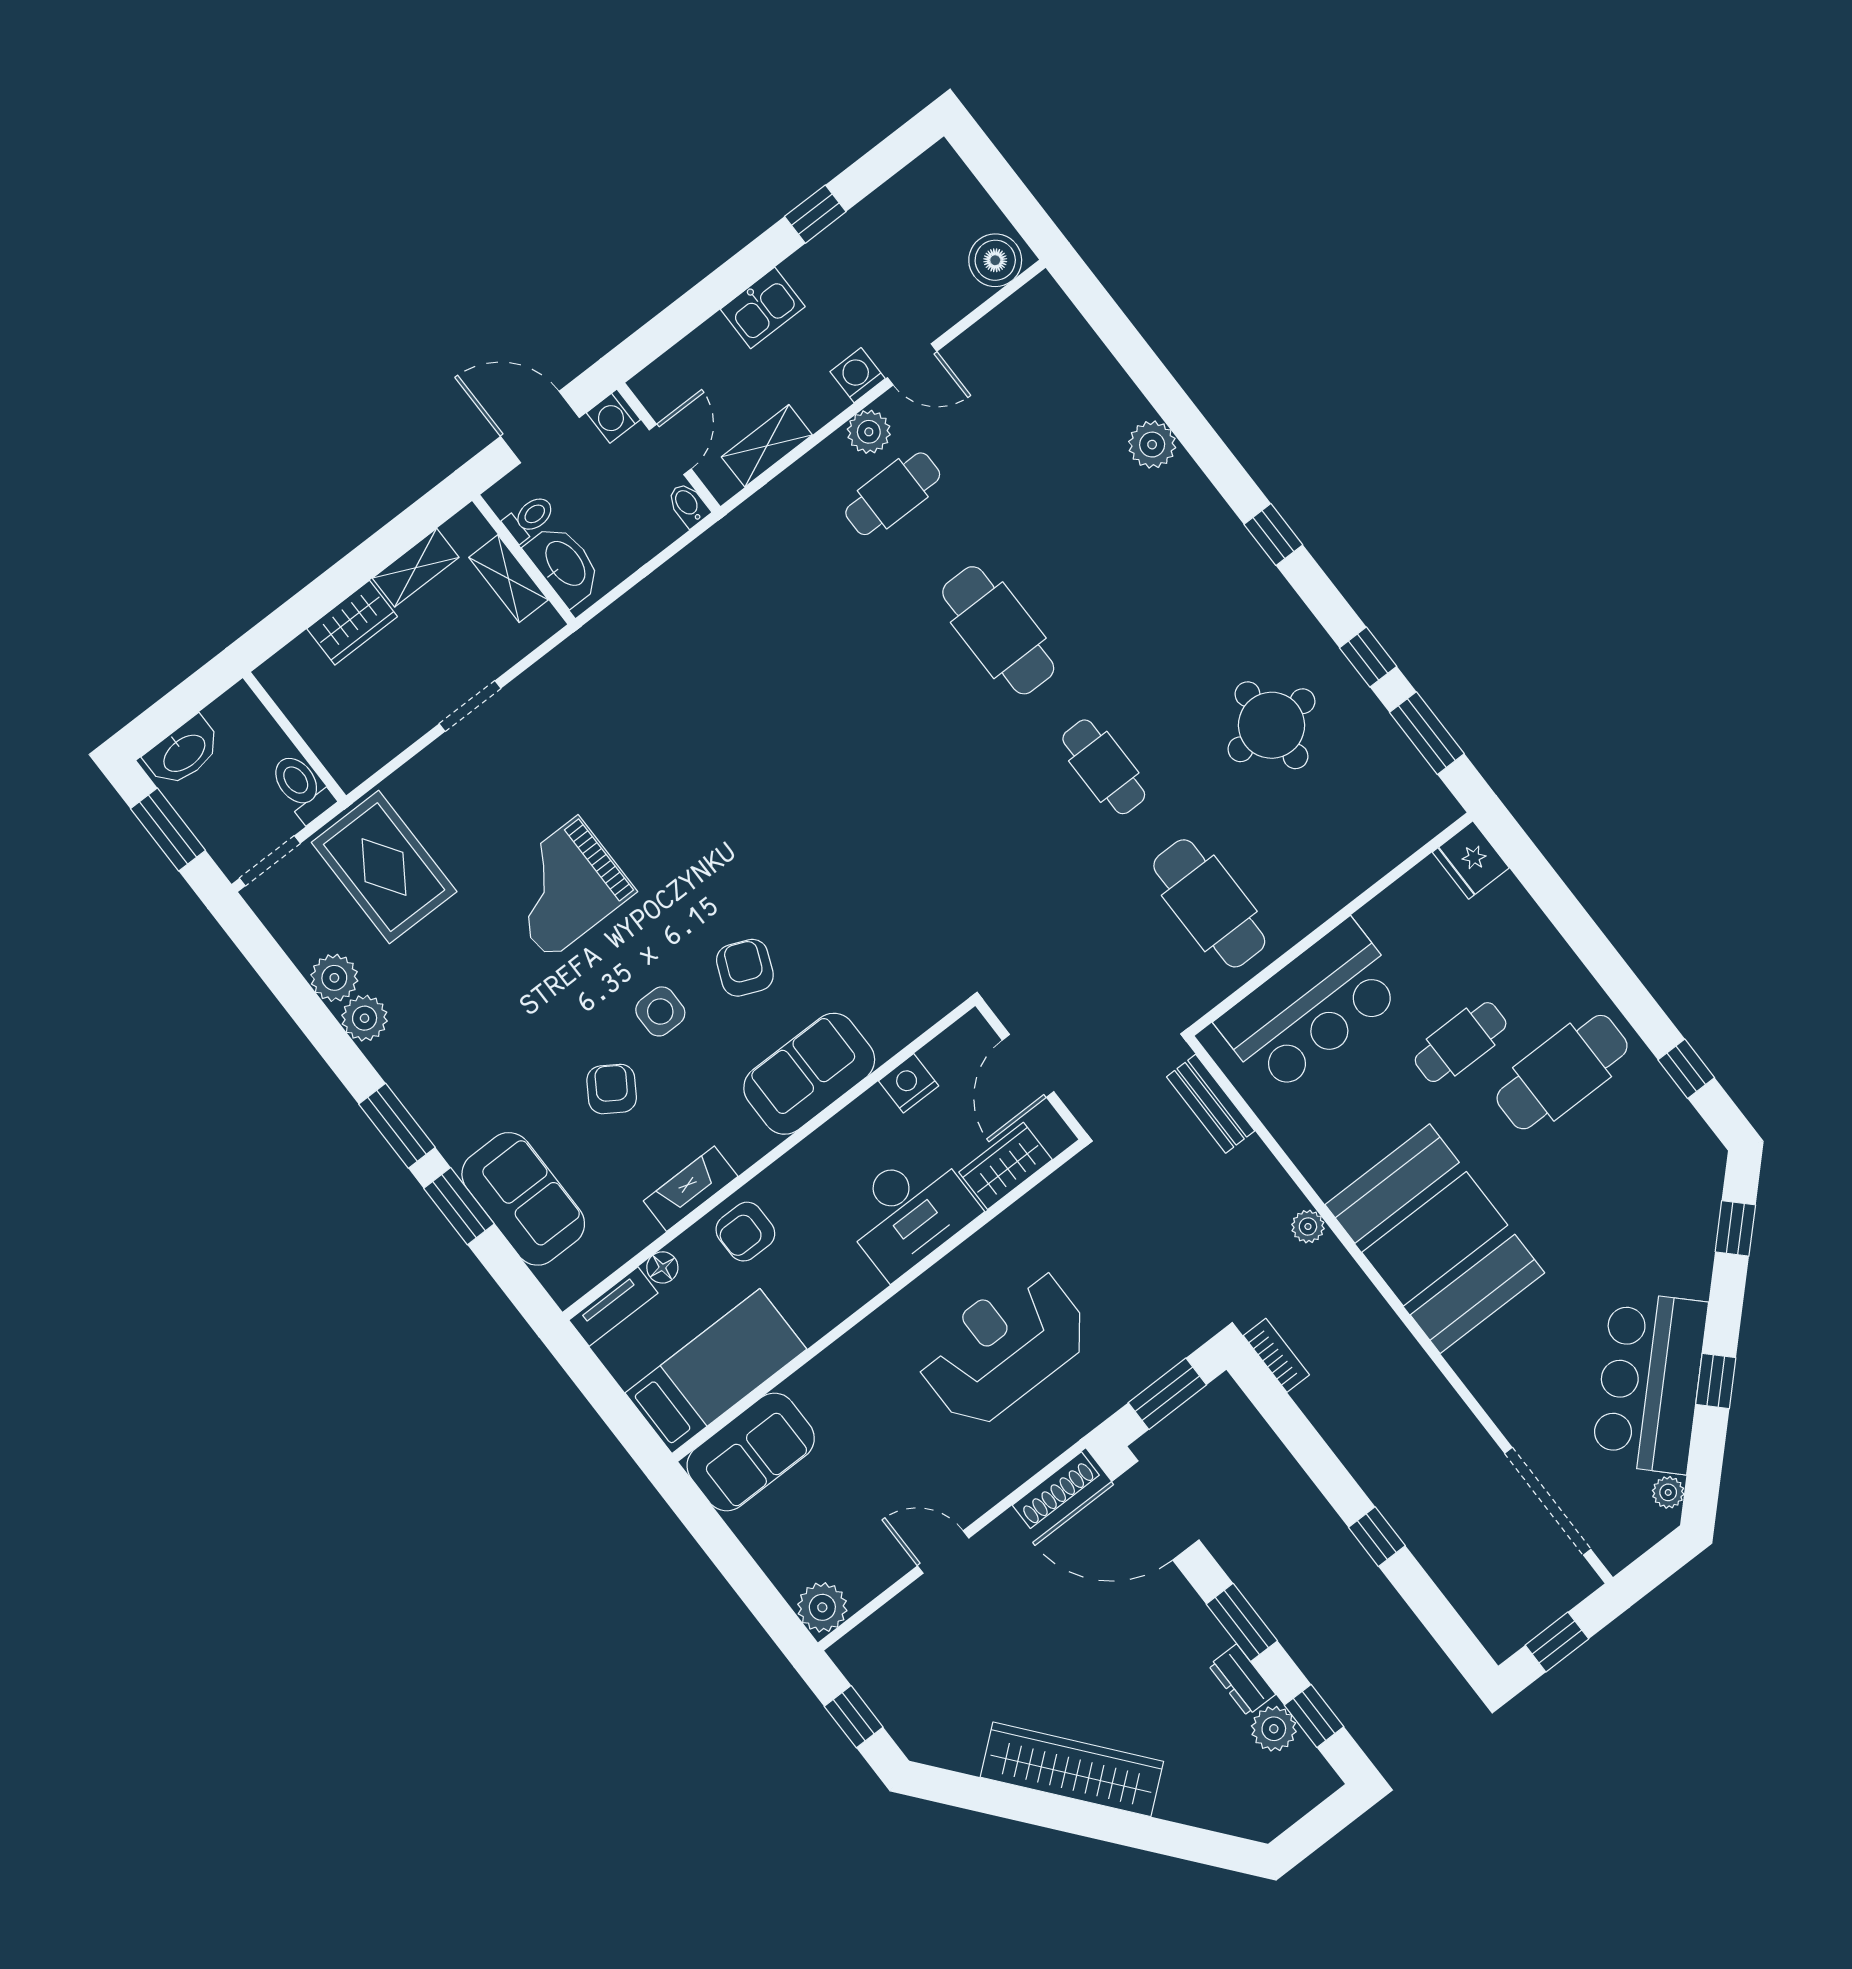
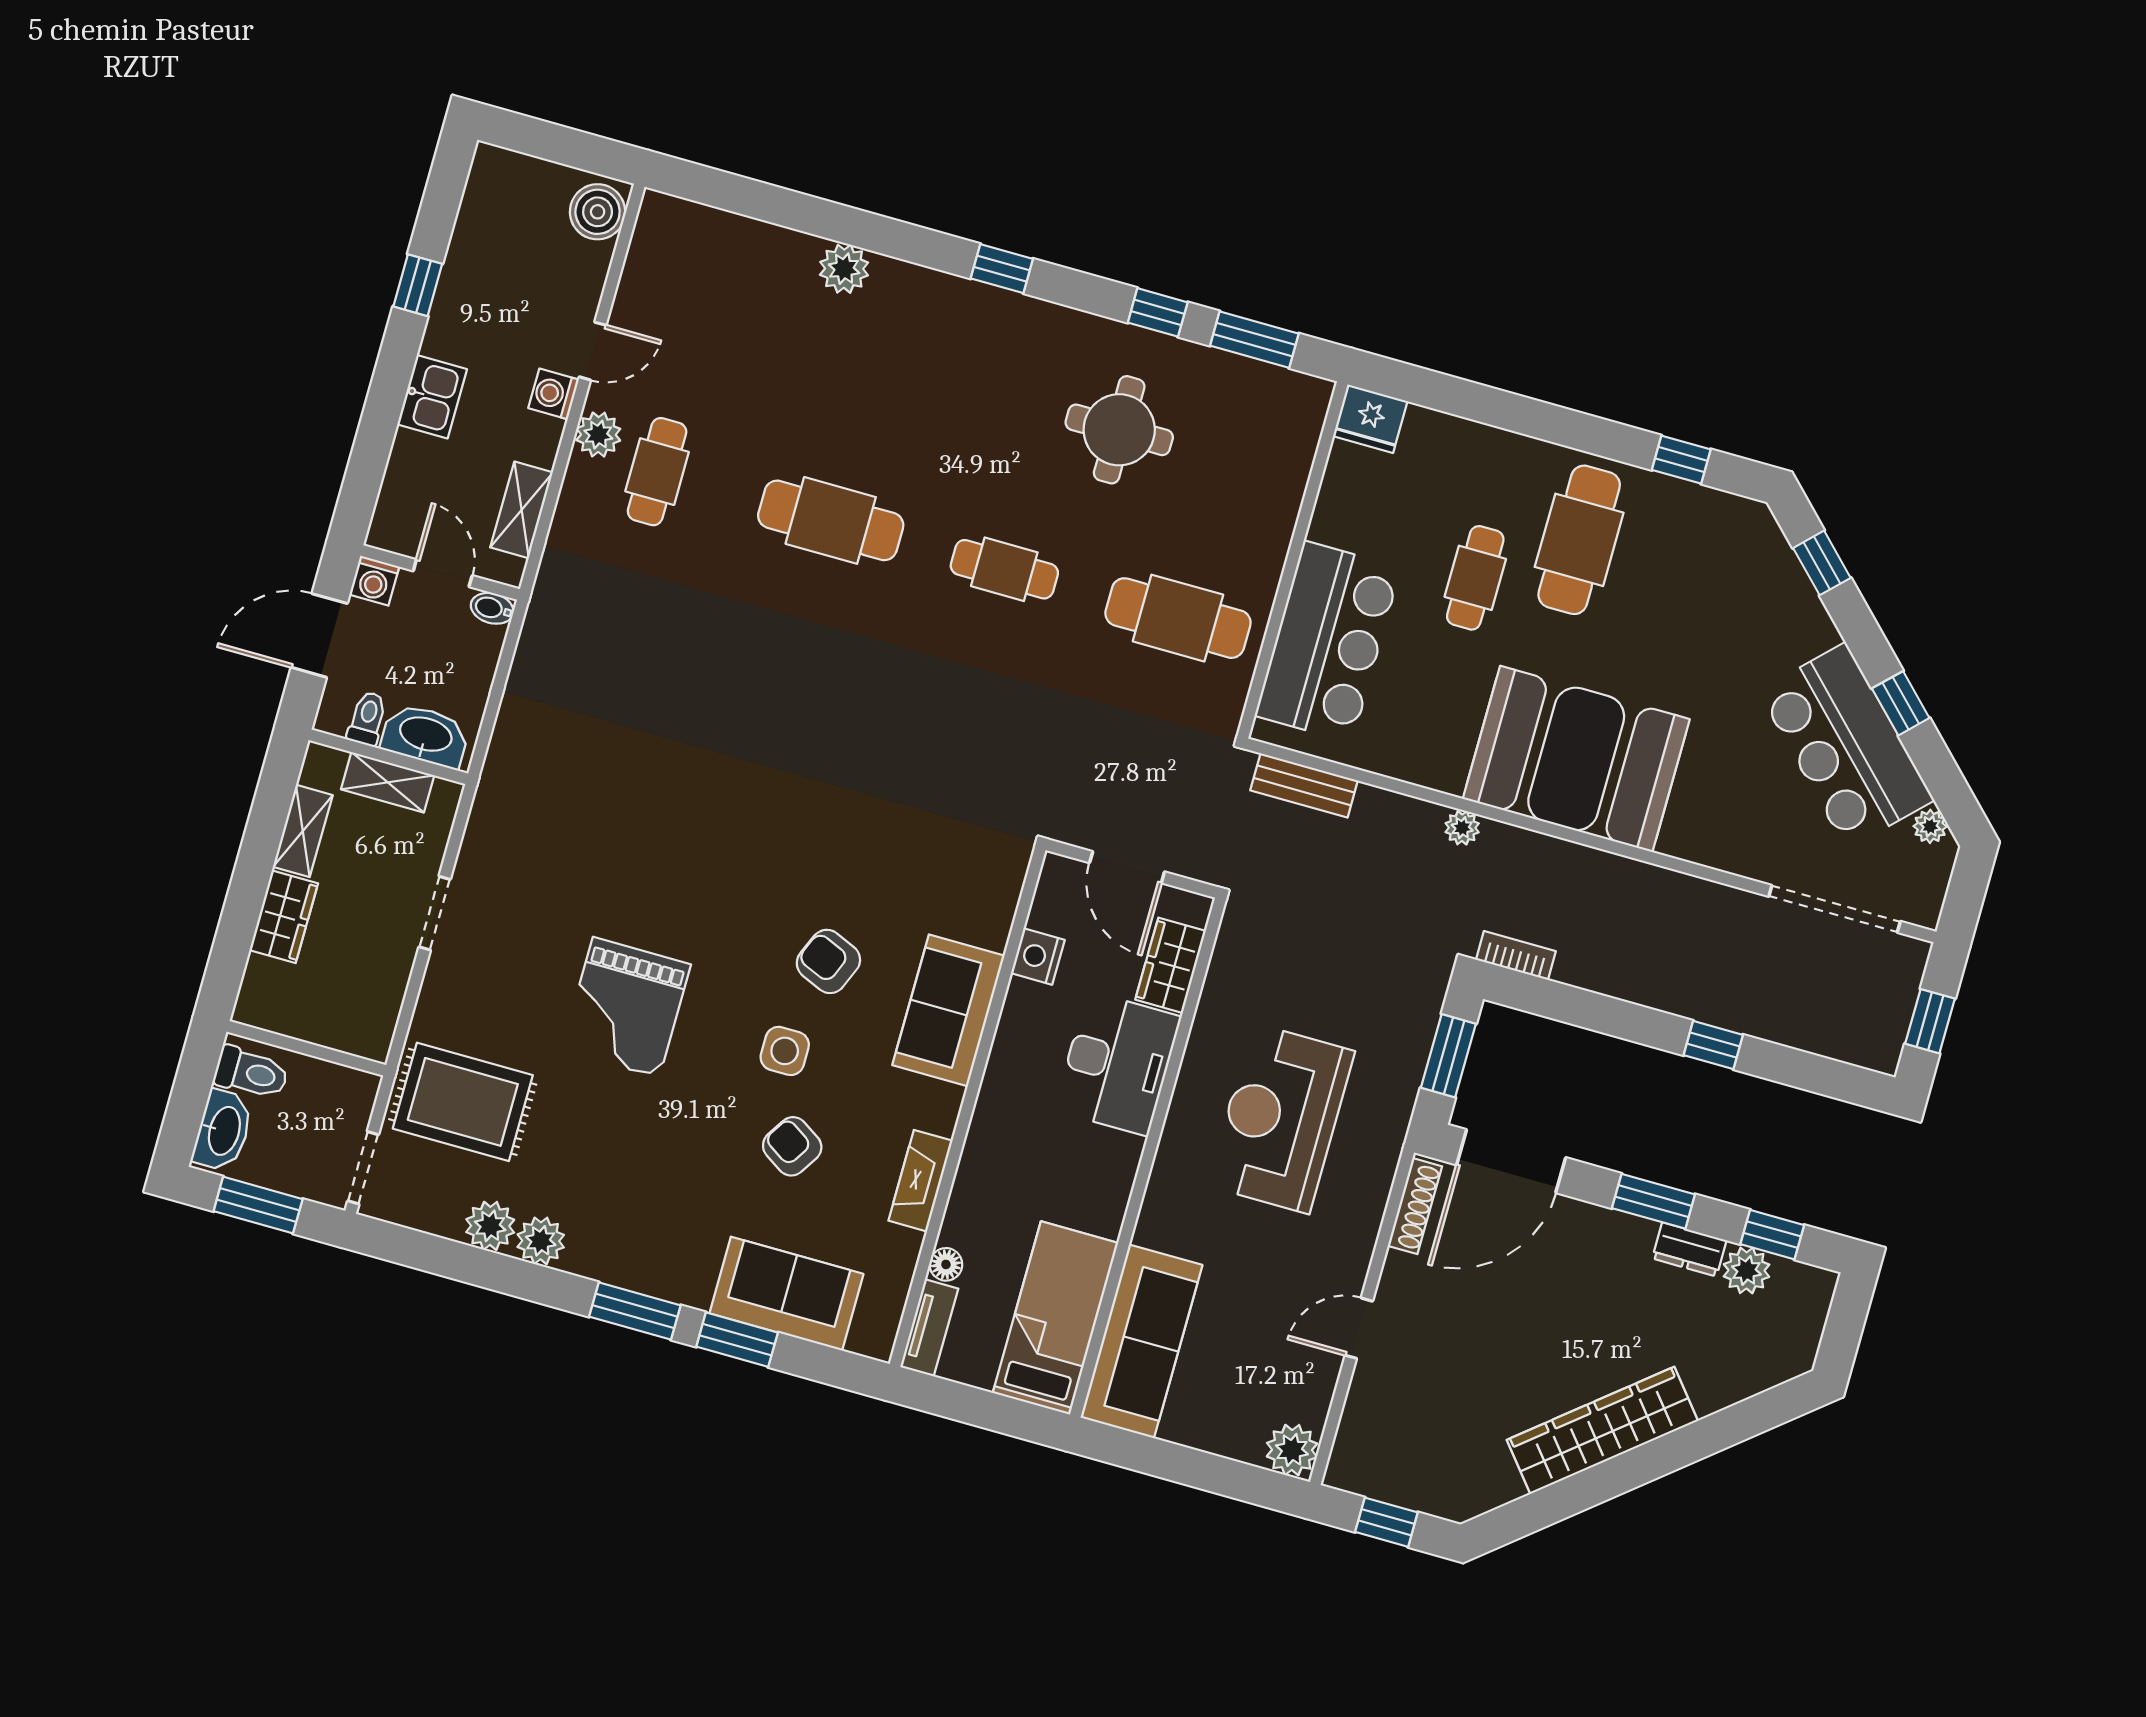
toilet: (301, 787) -> (251, 1073), moved, turned 180
armchair: (745, 1232) -> (993, 1183), removed
sofa: (751, 1452) -> (1141, 1341), width x1.36

